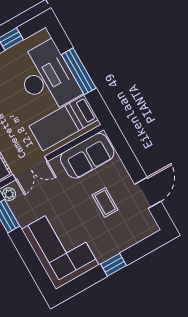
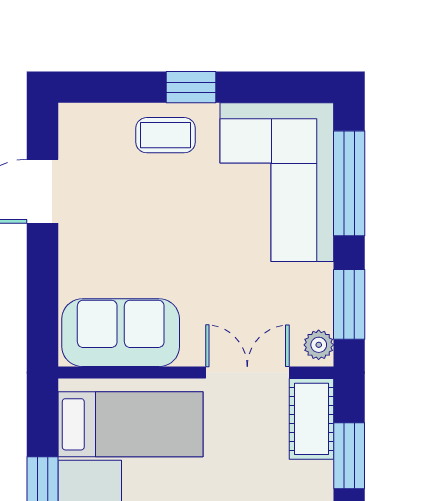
coffee table: (105, 202) -> (165, 135), moved, turned 90
window: (32, 262) -> (349, 183), added

